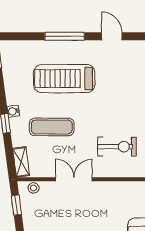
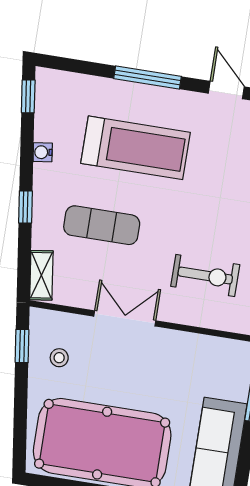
treadmill: (64, 79) -> (135, 148), turned 180
water cooler: (13, 111) -> (43, 152), moved
stool: (34, 188) -> (59, 358), moved

